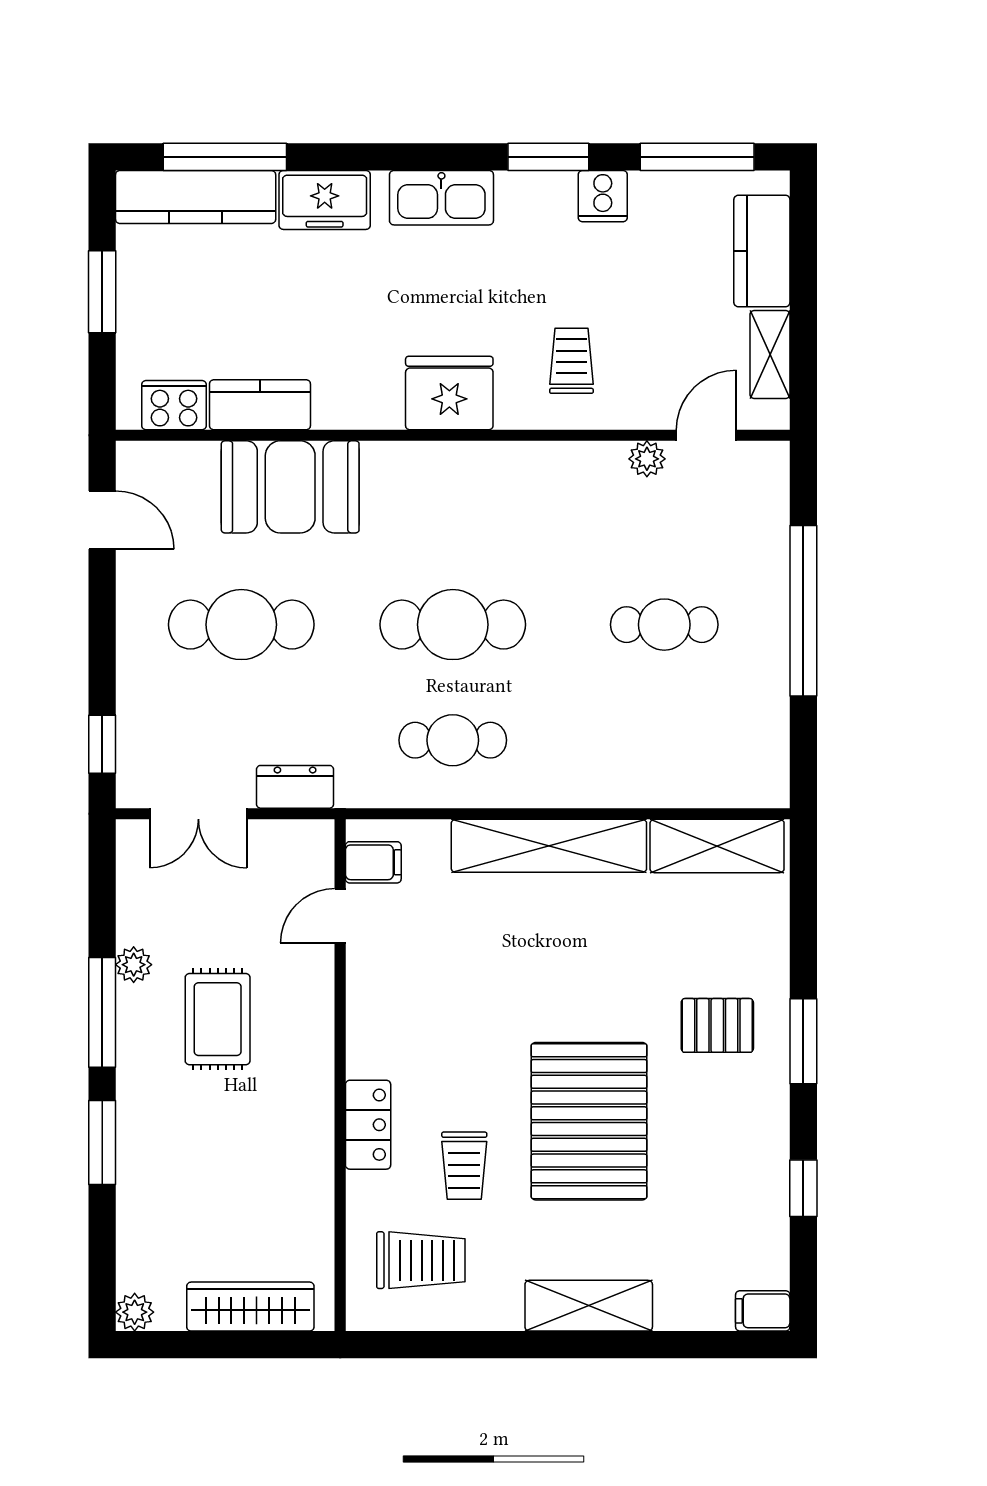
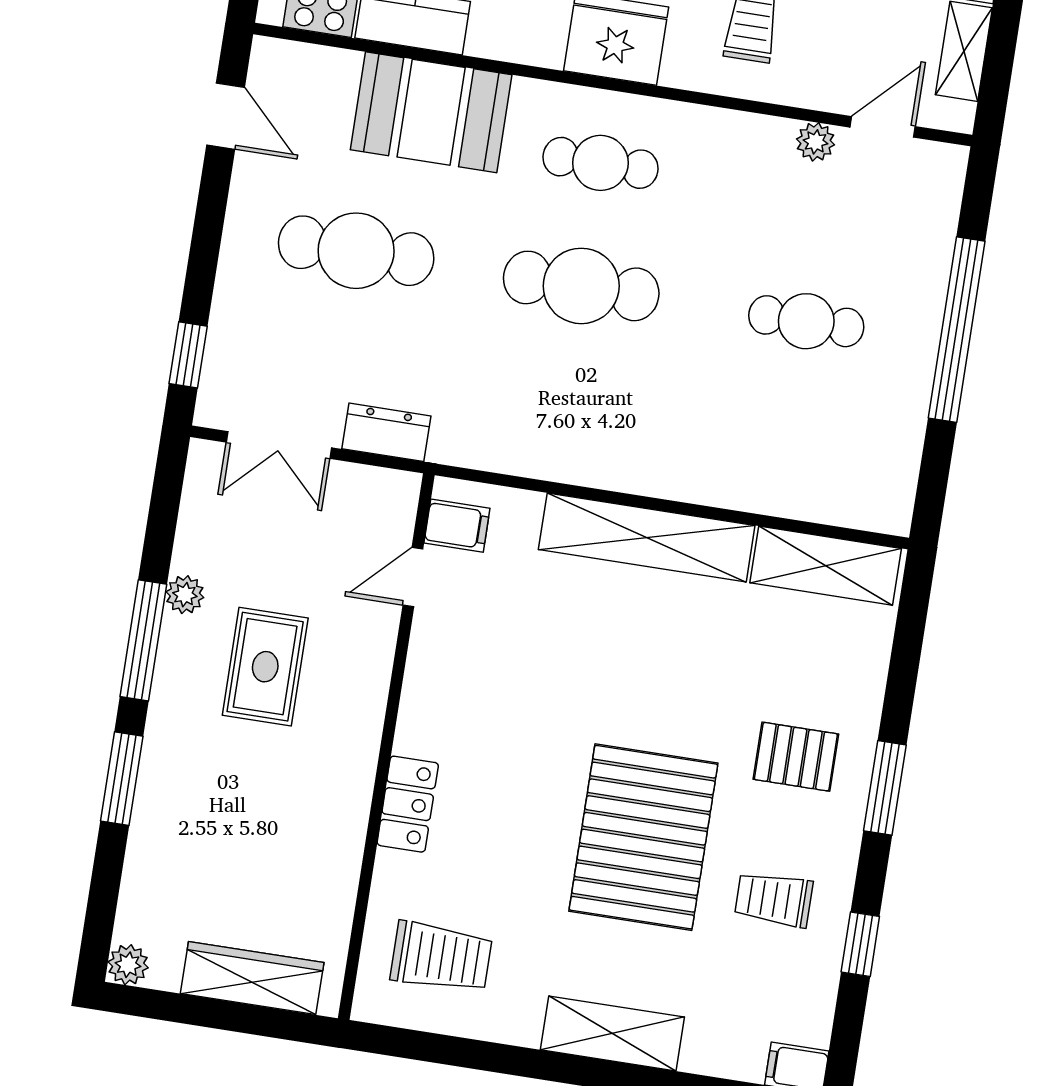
cafe table: (453, 740) -> (600, 163), moved
trolley: (464, 1166) -> (774, 899), moved, turned 90

